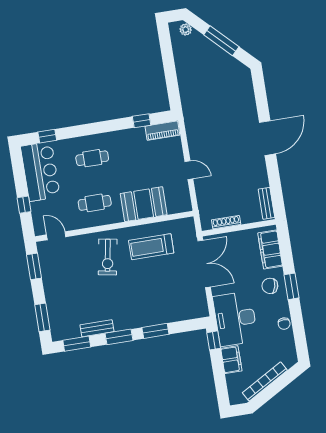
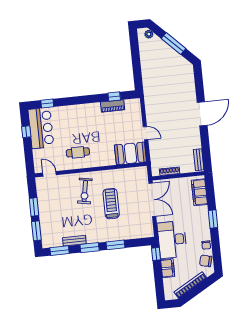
piano: (162, 131) -> (113, 106), moved
cafe table: (92, 158) -> (78, 121), removed
booth: (144, 204) -> (130, 153), moved
window: (24, 205) -> (26, 132), moved
treadmill: (151, 247) -> (111, 204), moved, turned 90
window: (34, 266) -> (34, 207), moved
chair: (270, 286) -> (206, 261), moved

